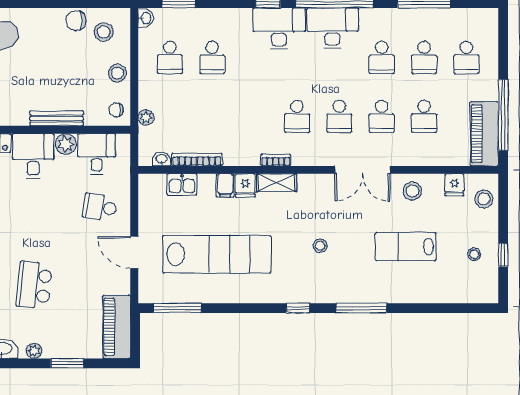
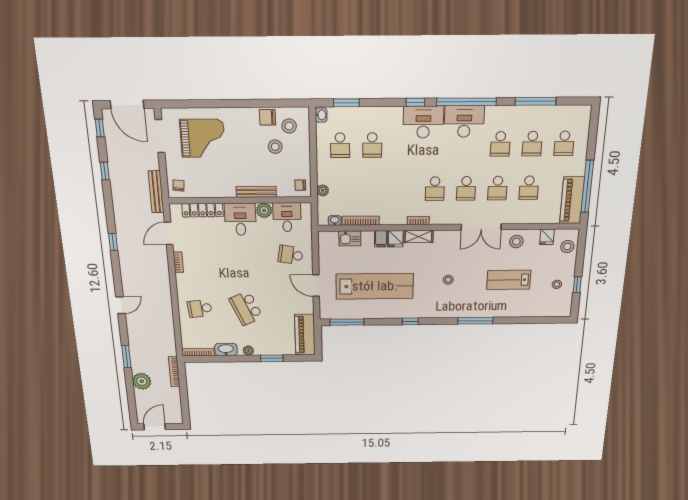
stool: (117, 73) -> (275, 147), moved
school desk: (34, 285) -> (246, 308), turned -30
window: (298, 308) -> (410, 321), moved

